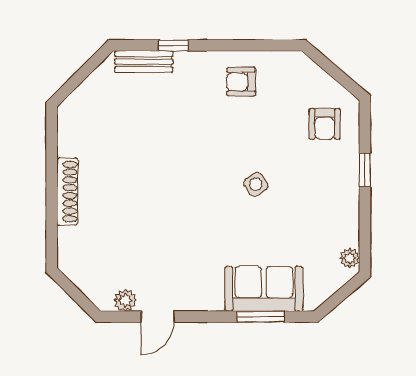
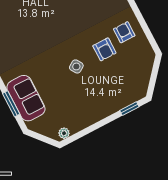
armchair: (325, 124) -> (104, 49), moved, turned -90
window: (365, 170) -> (129, 109), moved

